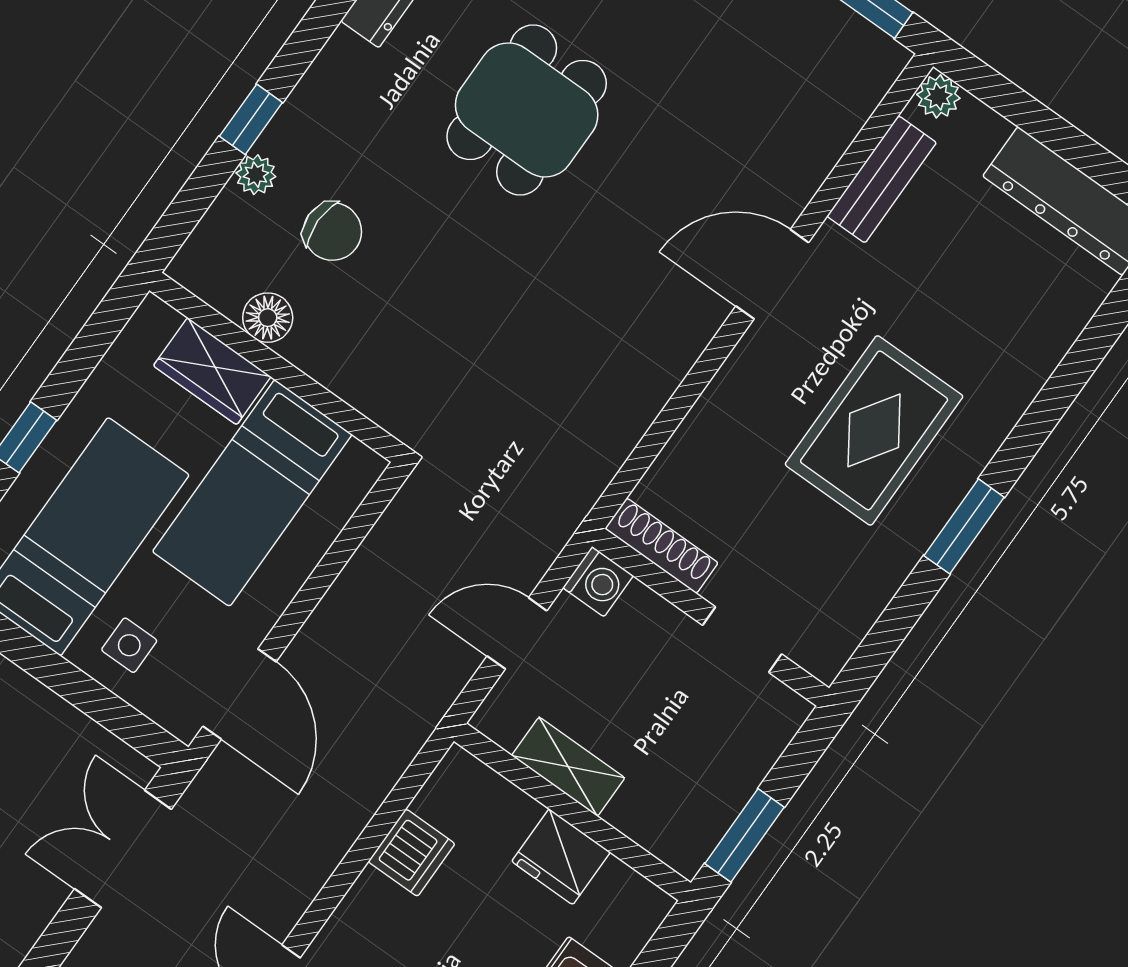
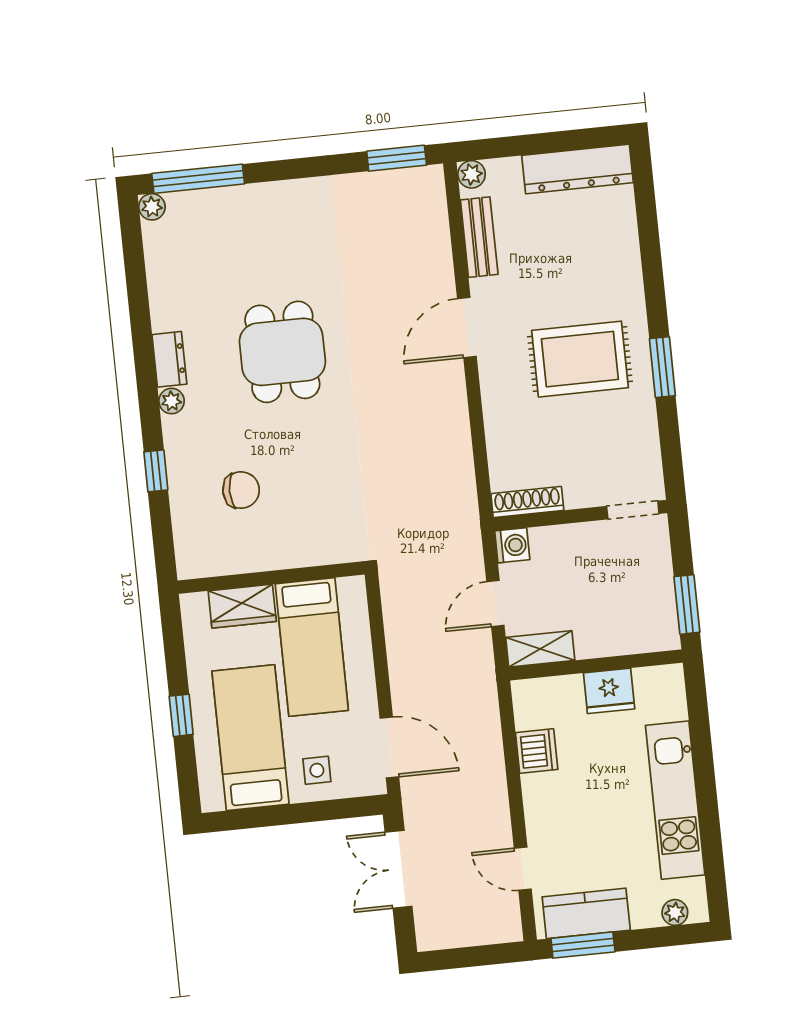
plant: (256, 175) -> (172, 401), moved
floor lamp: (268, 318) -> (246, 558), removed
rug: (874, 430) -> (580, 359), turned 90
doorway: (742, 640) -> (633, 510), moved
shelving: (568, 767) -> (540, 649), moved

